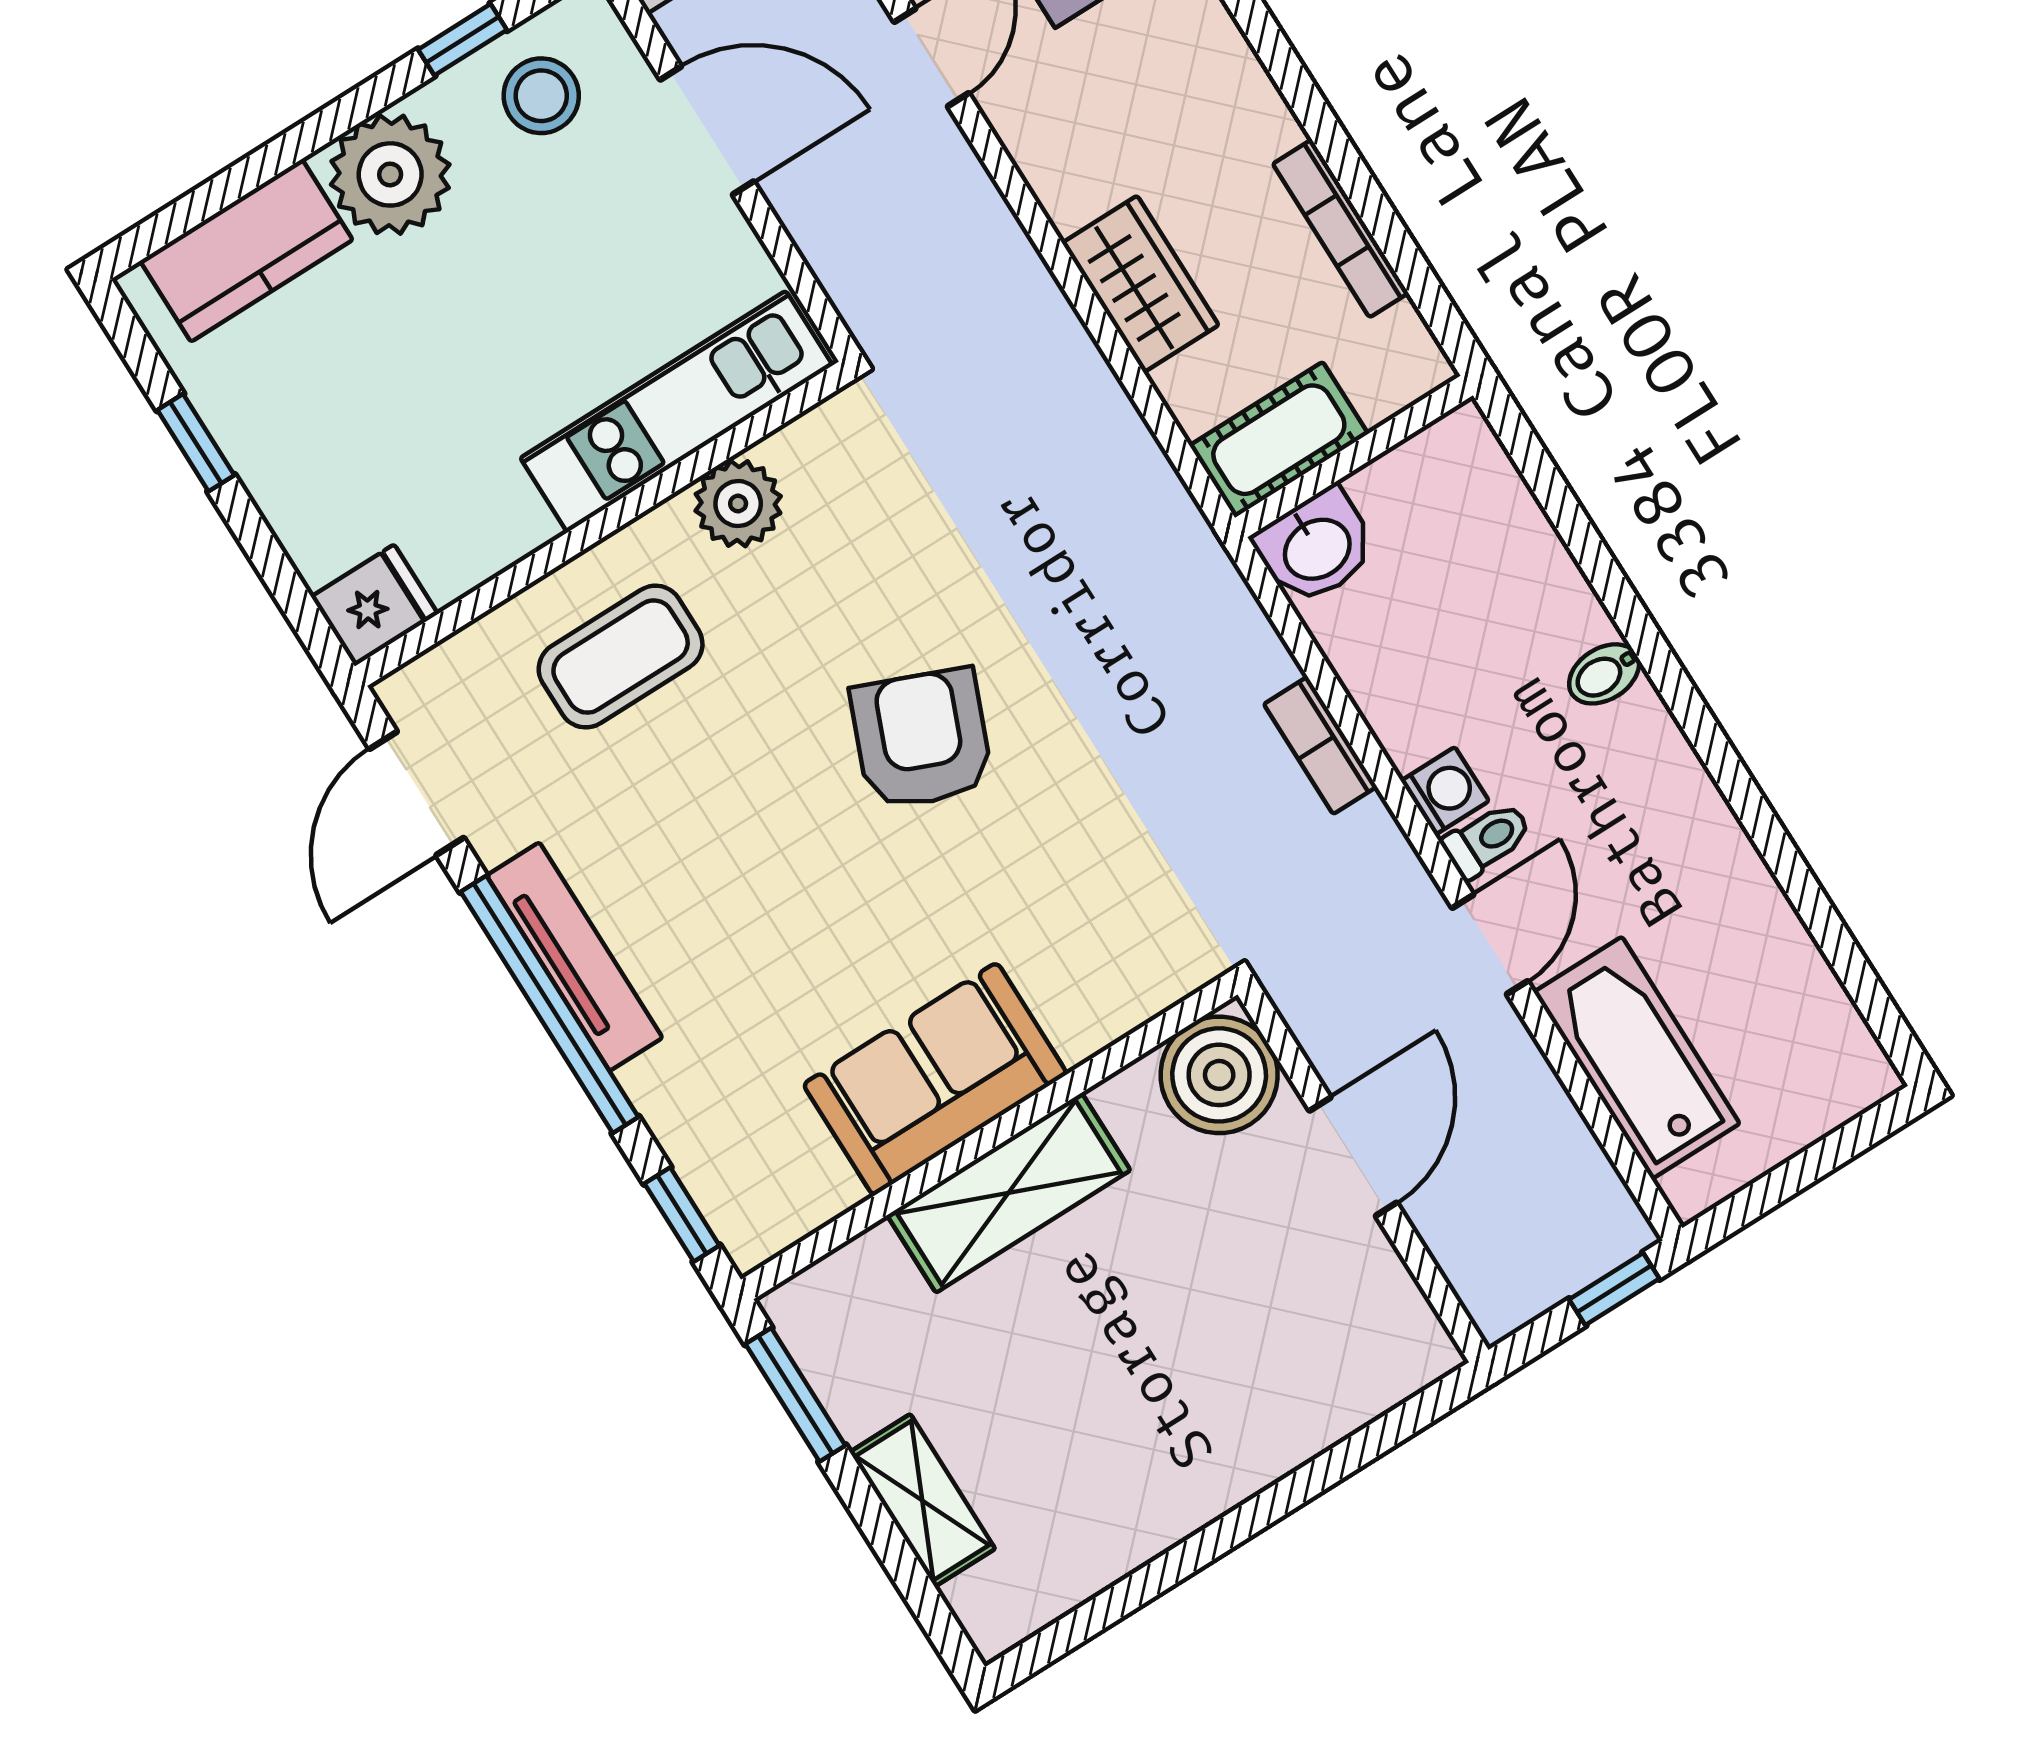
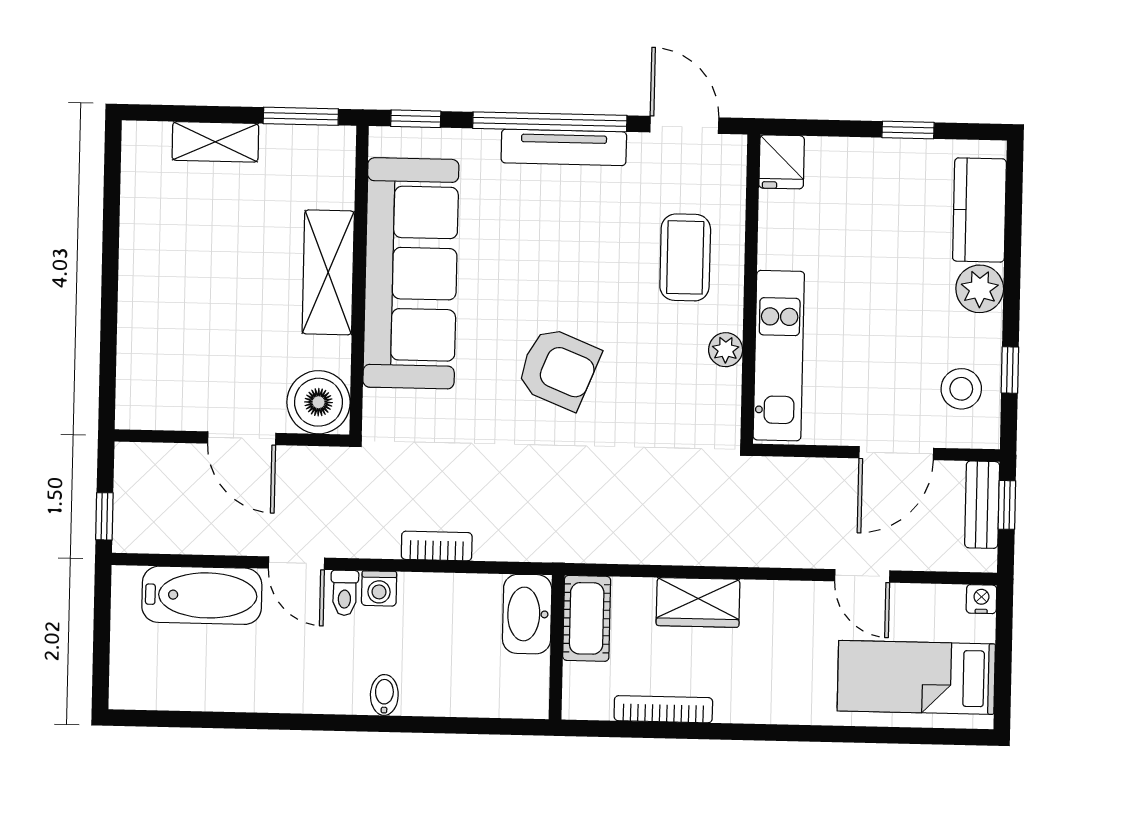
plant: (390, 174) -> (980, 289), width x0.73, depth x0.73
plant: (738, 504) -> (726, 350), width x0.73, depth x0.73
washbasin: (1316, 547) -> (527, 614), width x1.38
sofa: (935, 1079) -> (411, 273), width x1.85, depth x1.27

